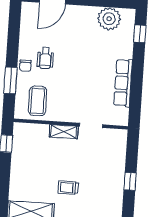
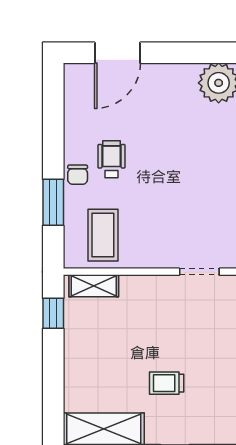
wheelchair: (45, 58) -> (112, 159), turned 180
shelving: (64, 132) -> (94, 286), moved

